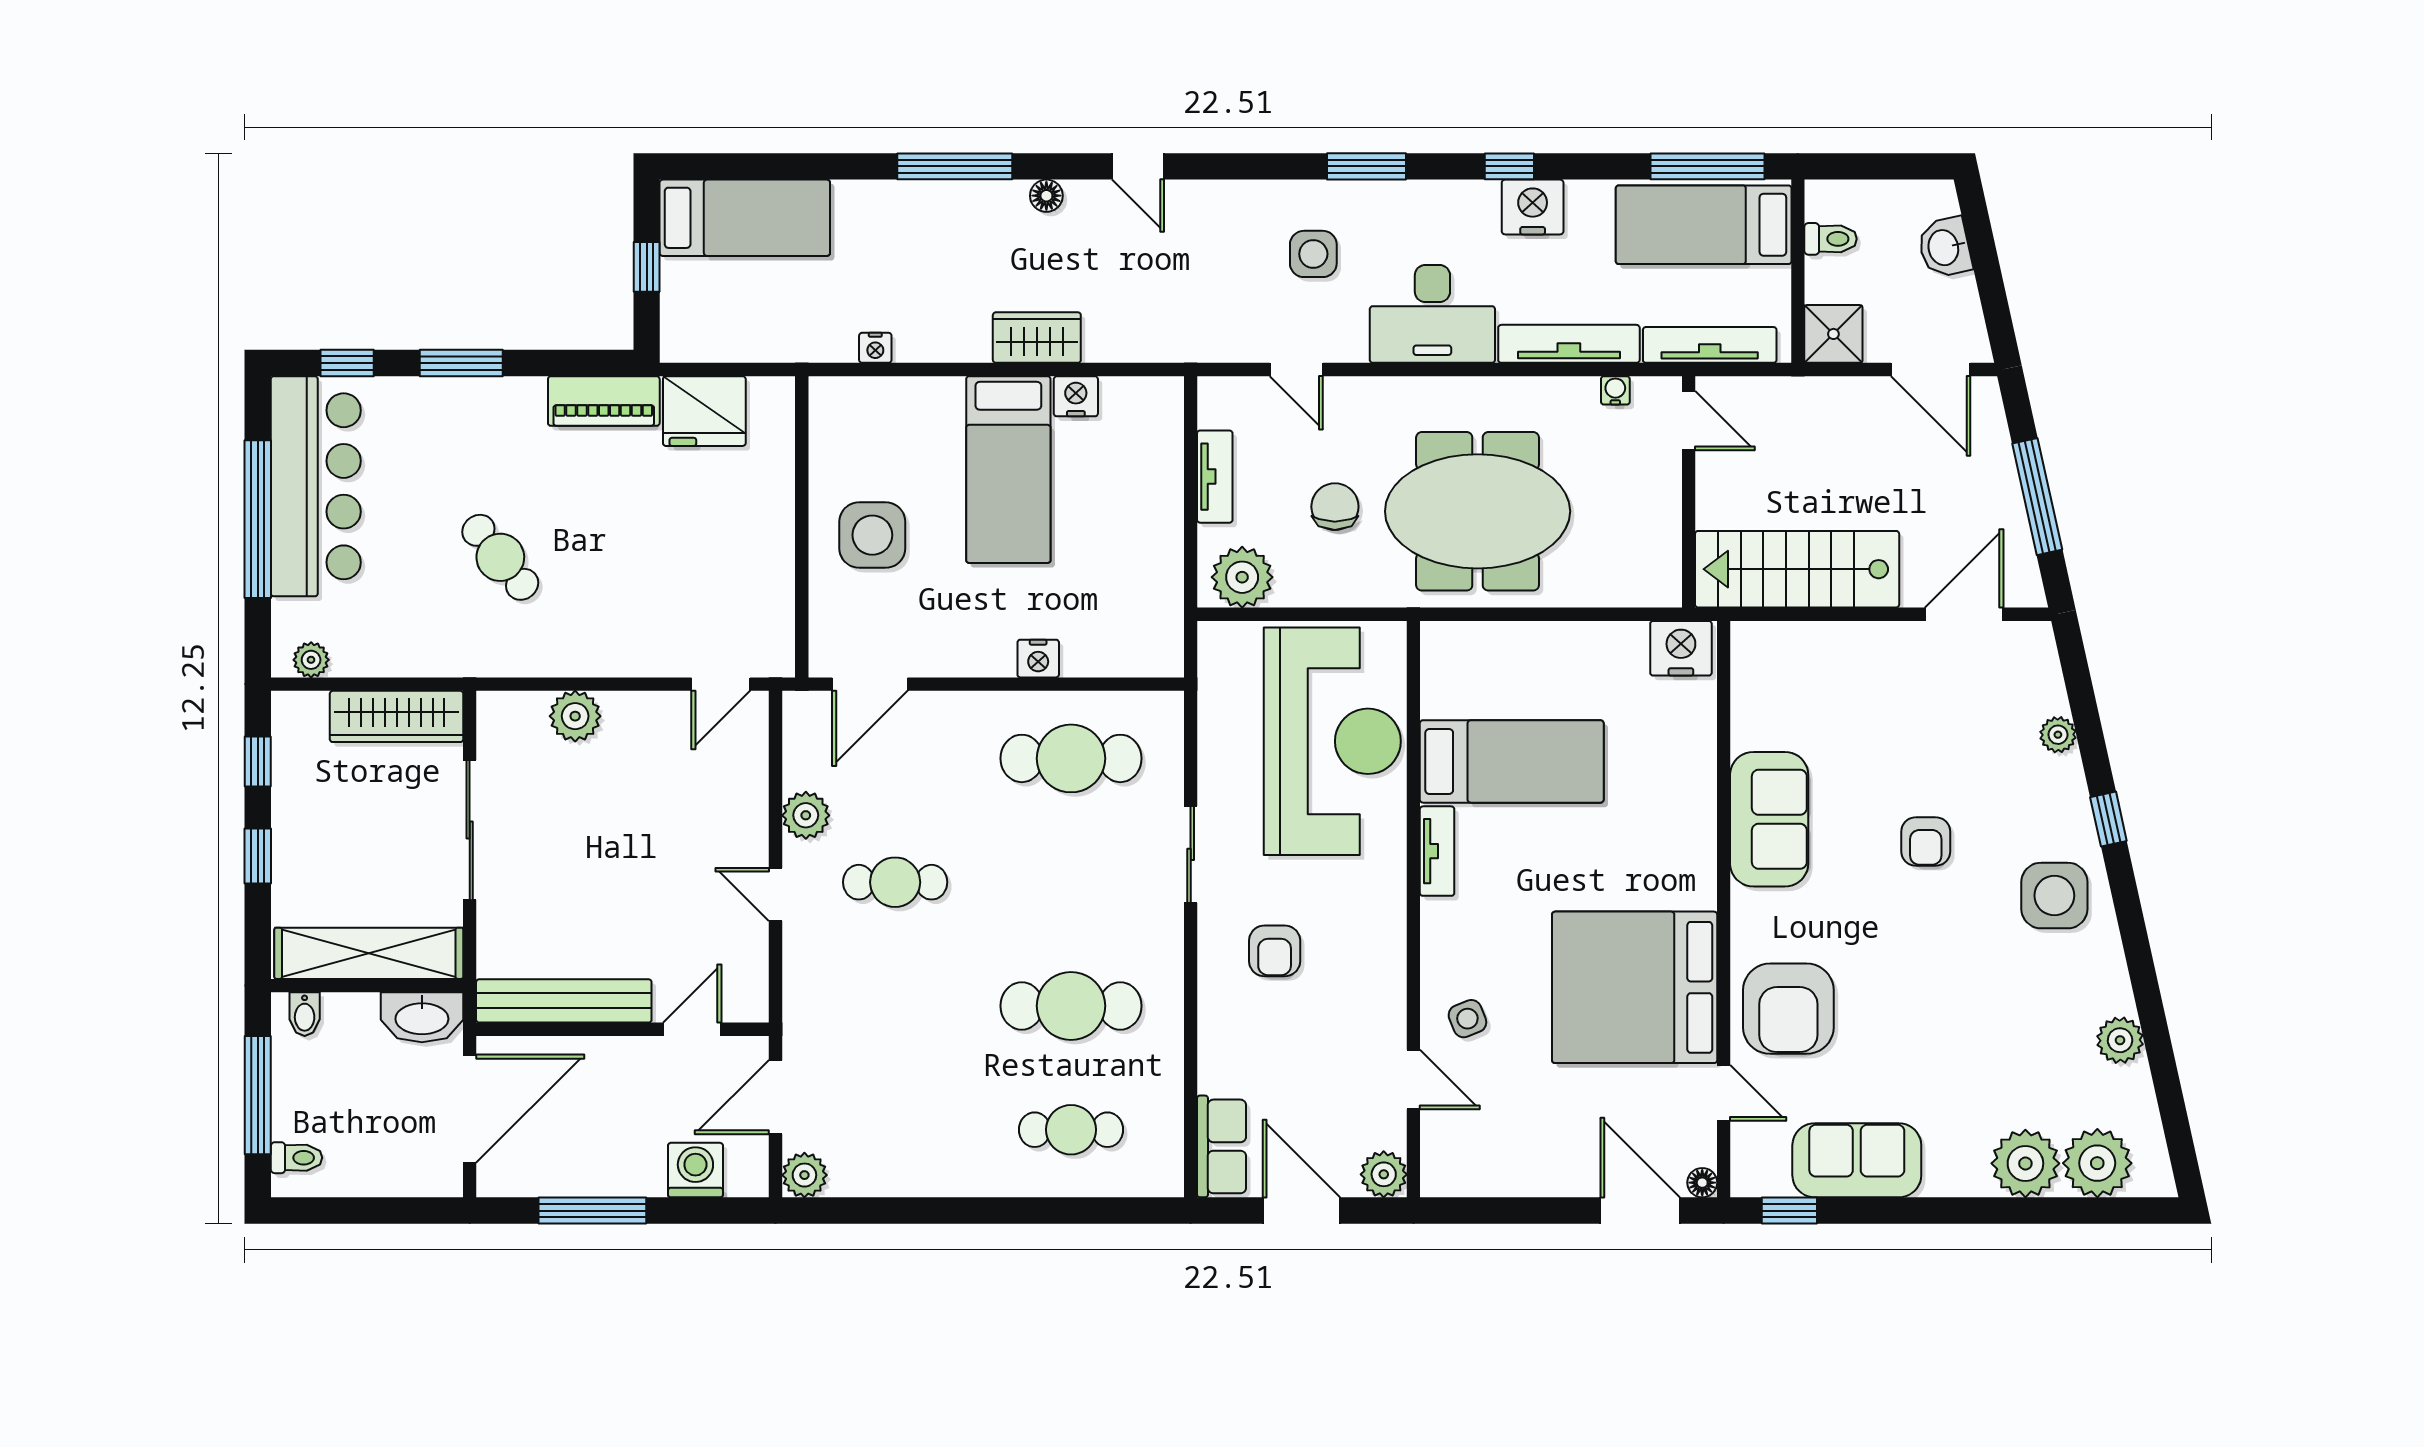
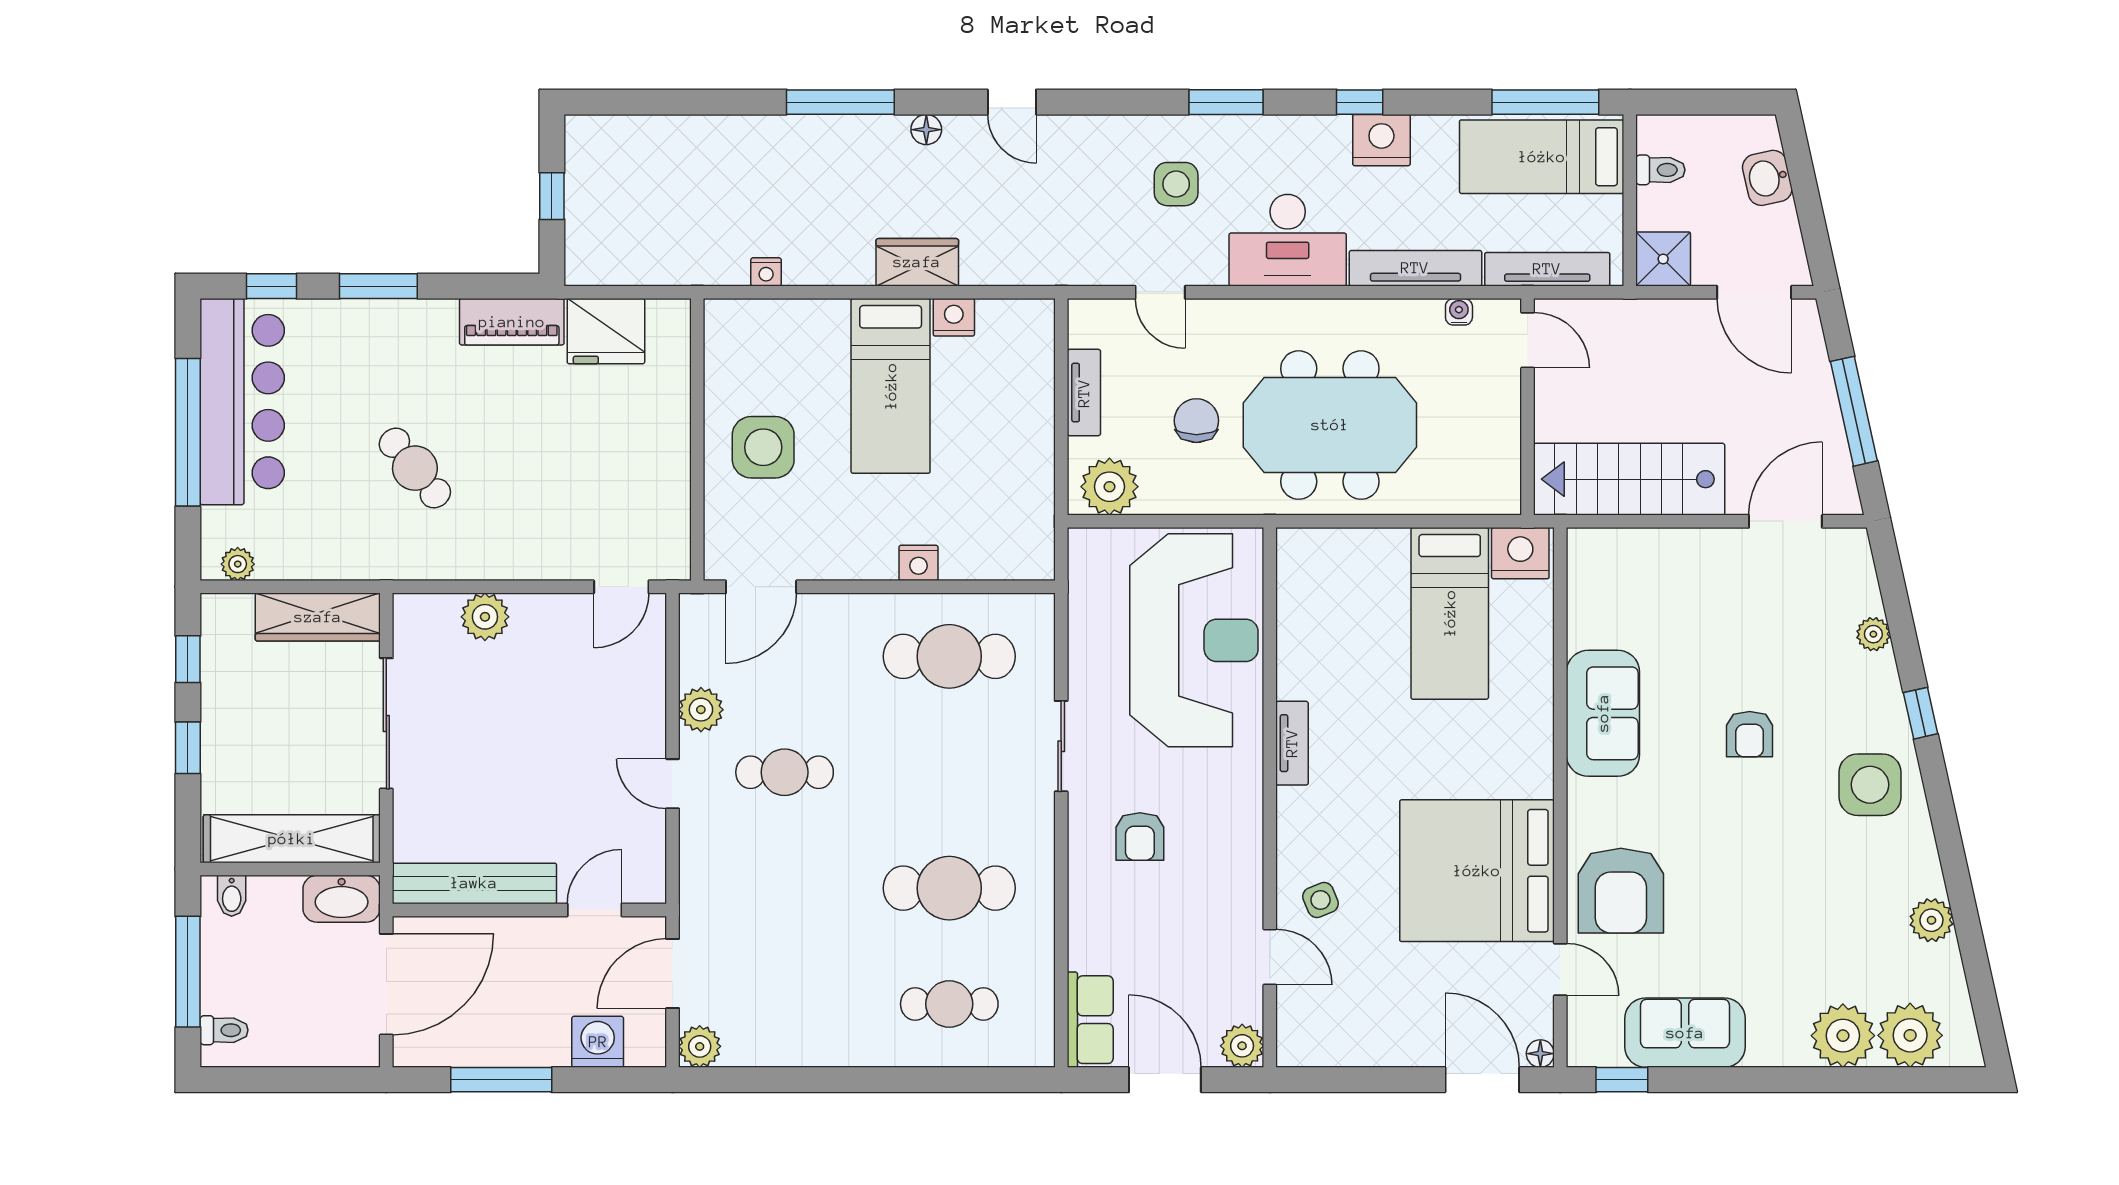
bed: (745, 218) -> (644, 150), removed
bed: (1512, 761) -> (1450, 613), moved, turned 90

